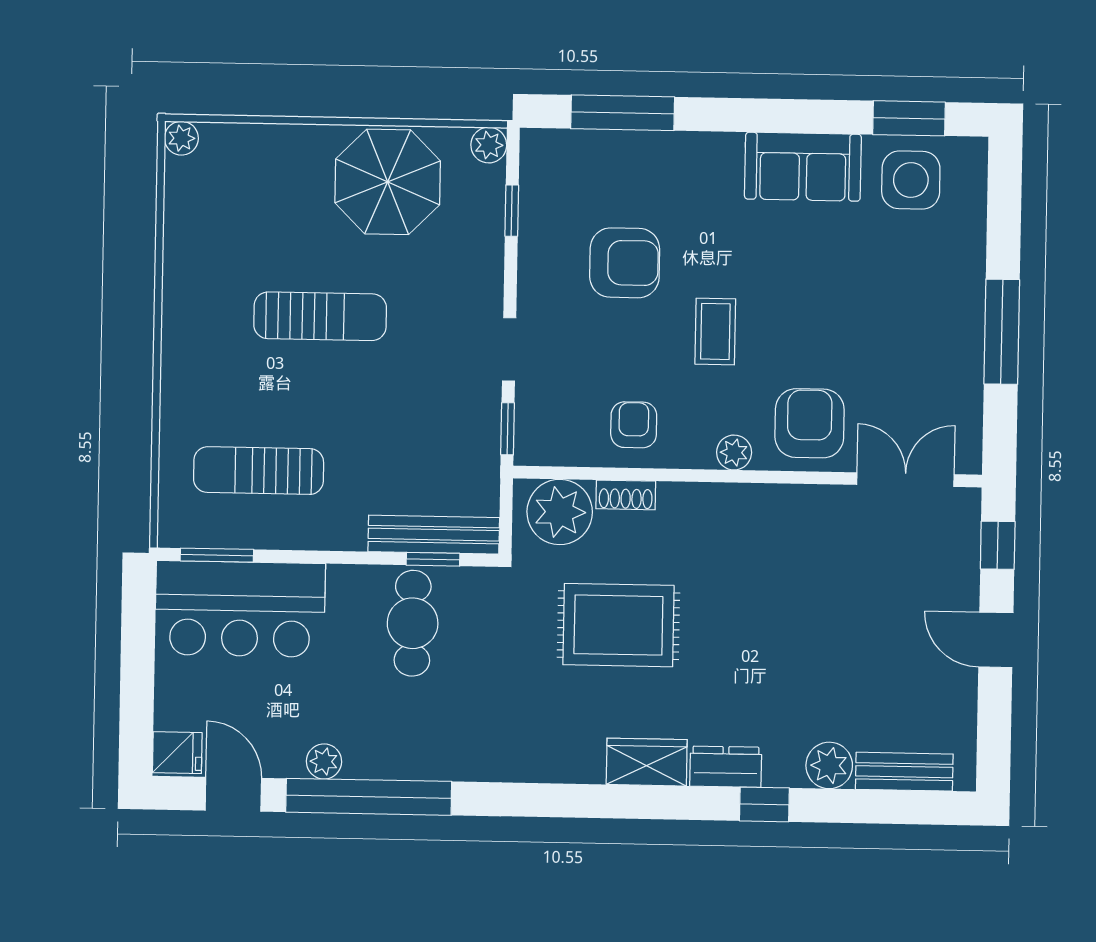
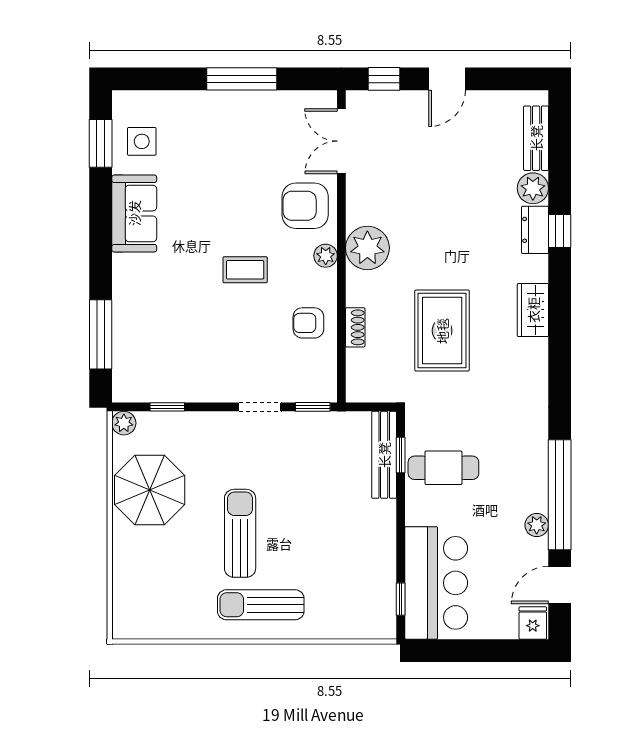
plant: (181, 138) -> (123, 628), removed
side table: (911, 180) -> (142, 141), width x0.73, depth x0.73
armchair: (625, 263) -> (201, 331), removed
sun lounger: (259, 471) -> (261, 605), moved, turned 90
plant: (560, 512) -> (367, 248), moved
window: (217, 555) -> (401, 599), width x0.67
dresser: (726, 767) -> (535, 230), moved

